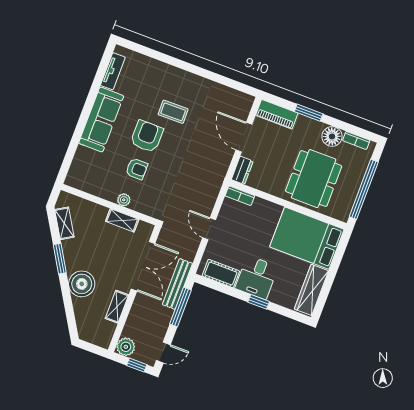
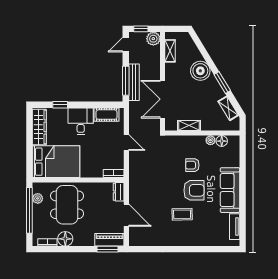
window: (309, 113) -> (108, 249), moved
armchair: (147, 136) -> (194, 190), turned -90
floor lamp: (88, 185) -> (222, 141), added
plant: (124, 200) -> (210, 140), moved
plant: (348, 201) -> (38, 198), added
bench: (177, 284) -> (134, 82), moved
window: (259, 302) -> (60, 105), moved
shelving: (117, 307) -> (170, 51), moved

